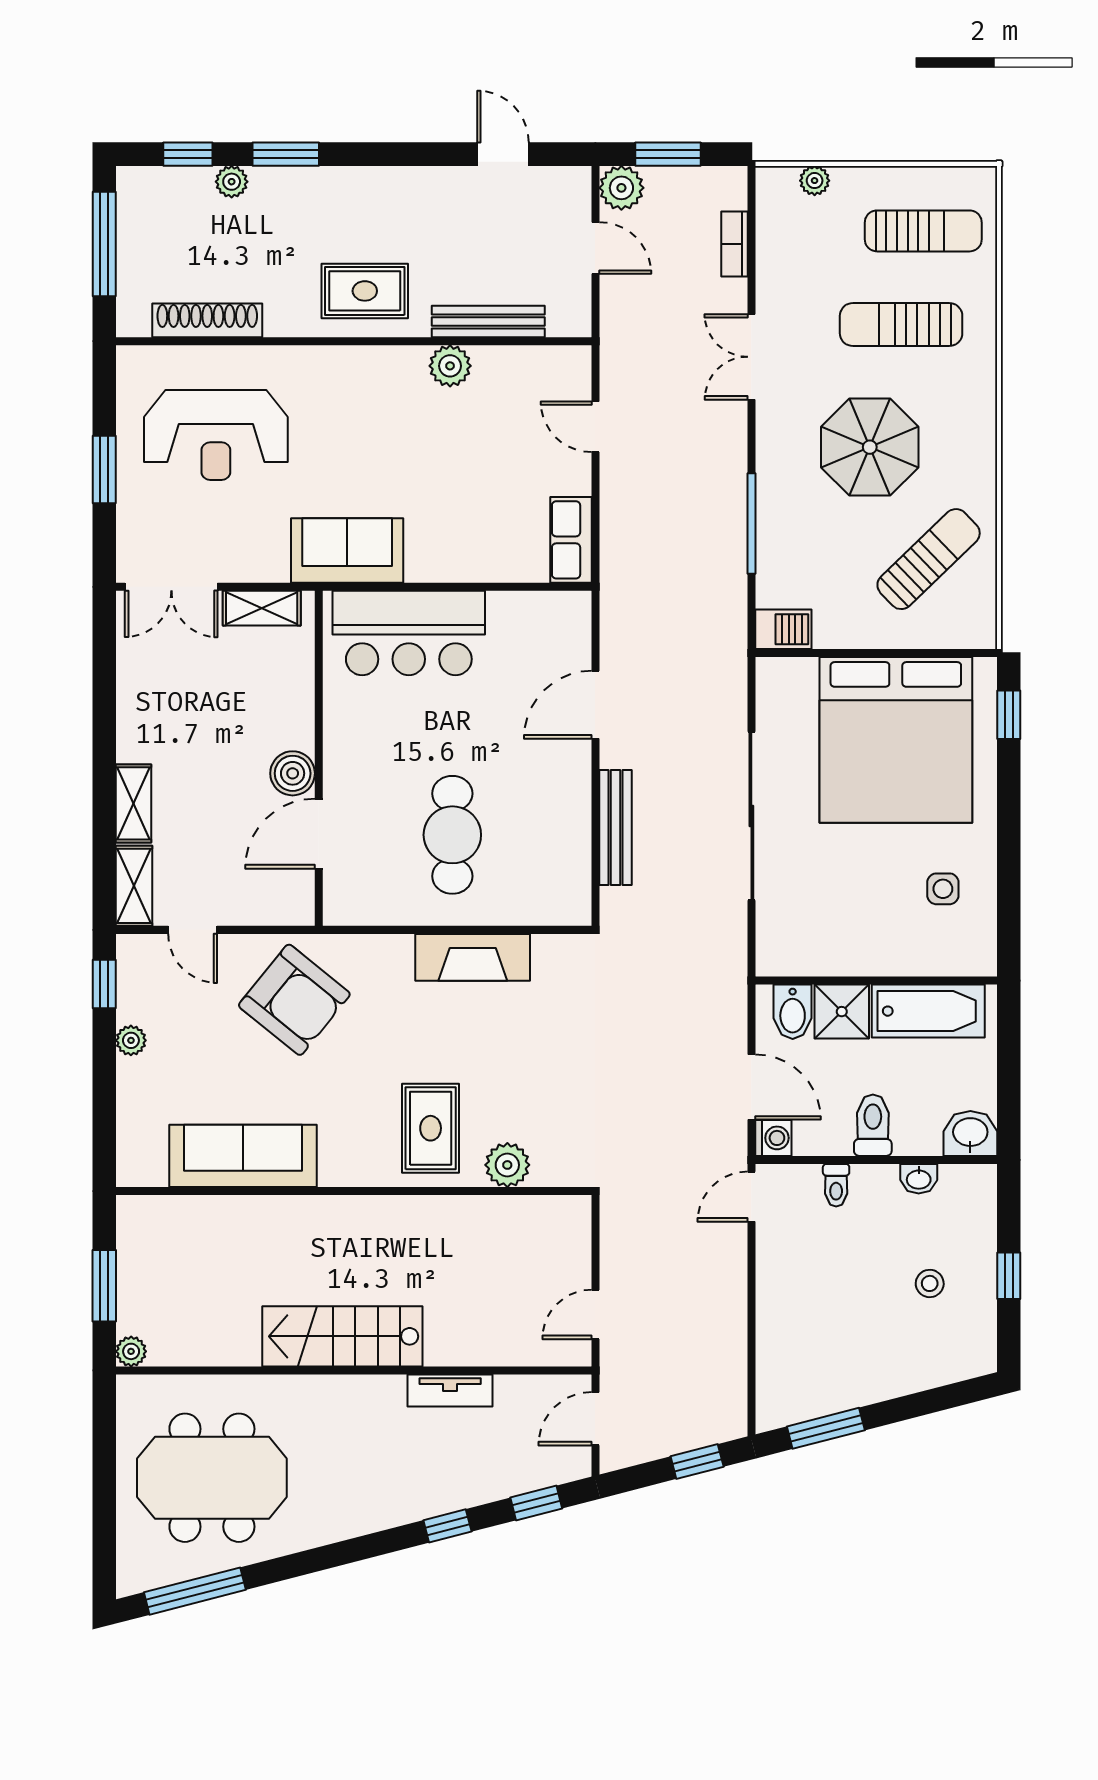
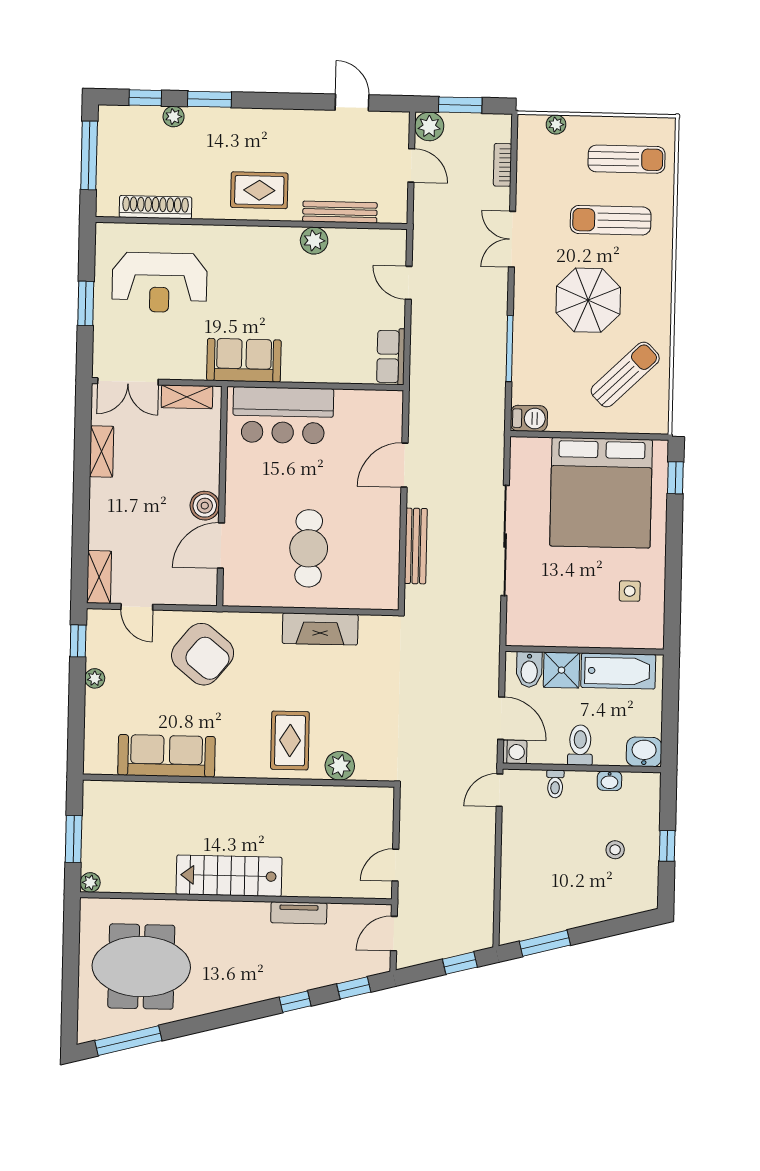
shelving: (134, 803) -> (102, 452), moved

